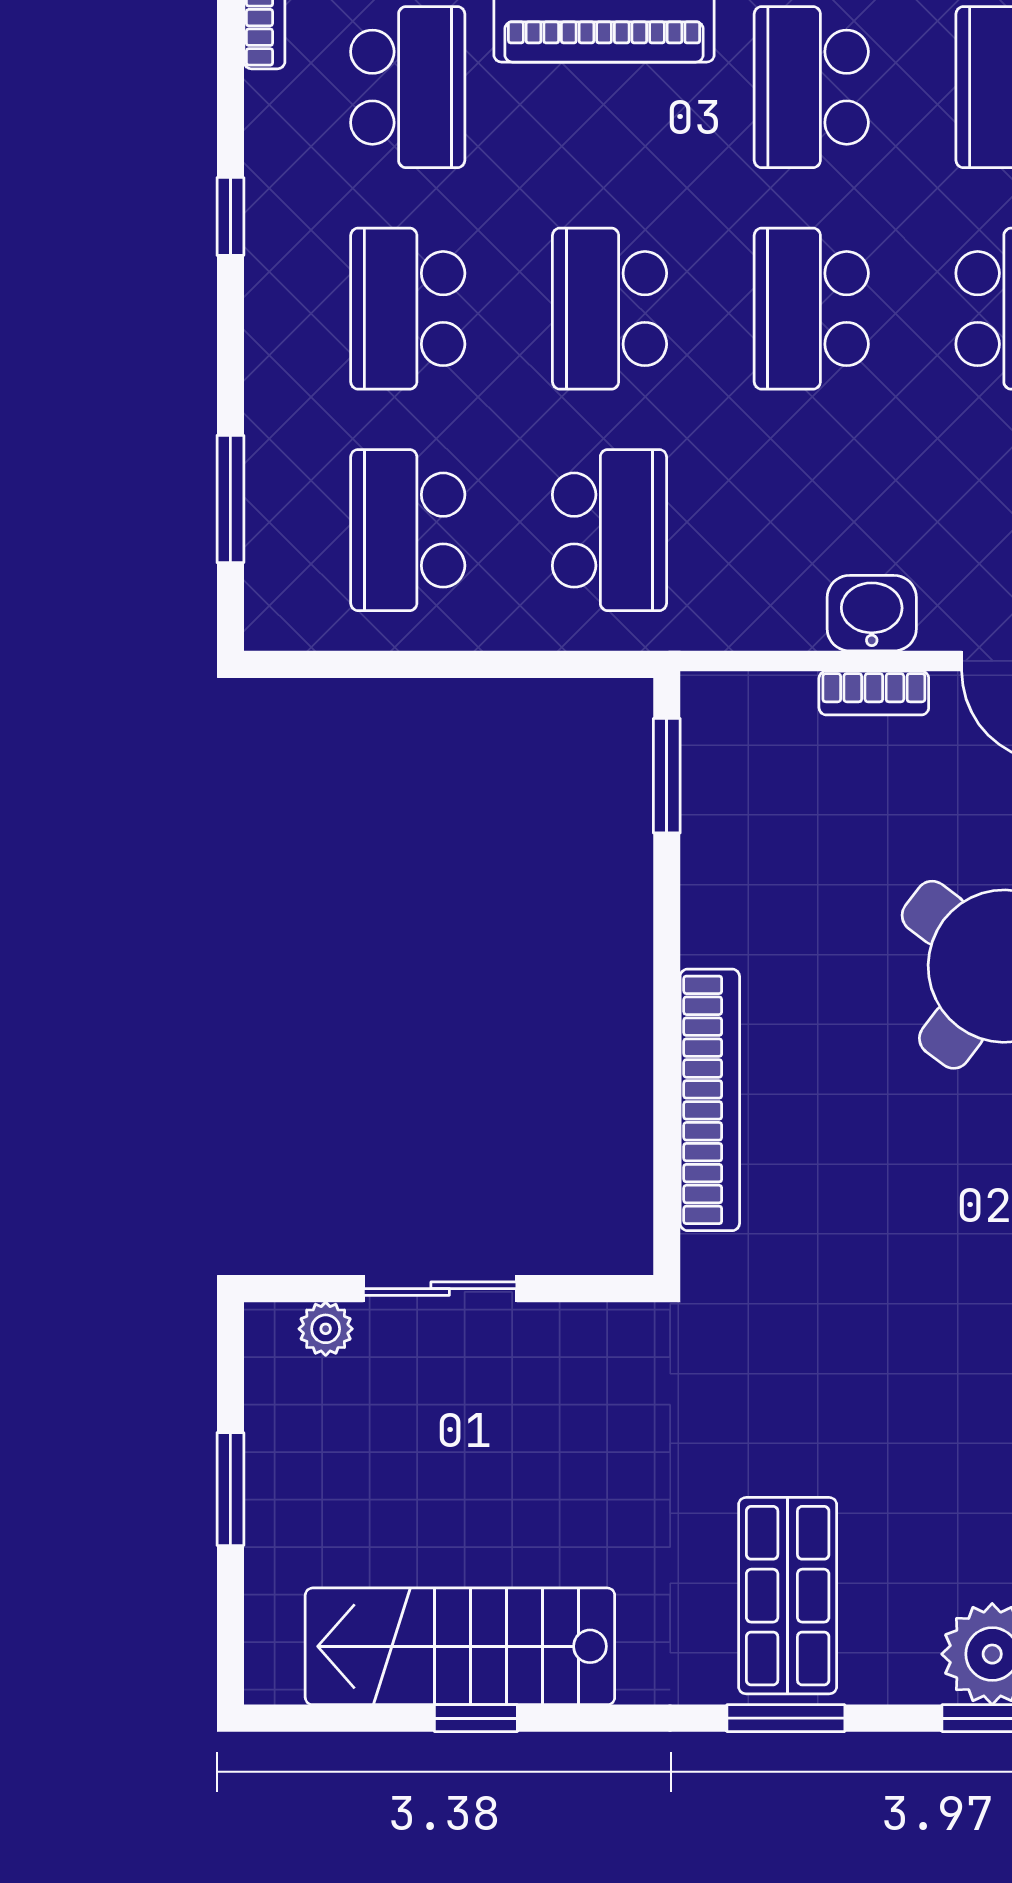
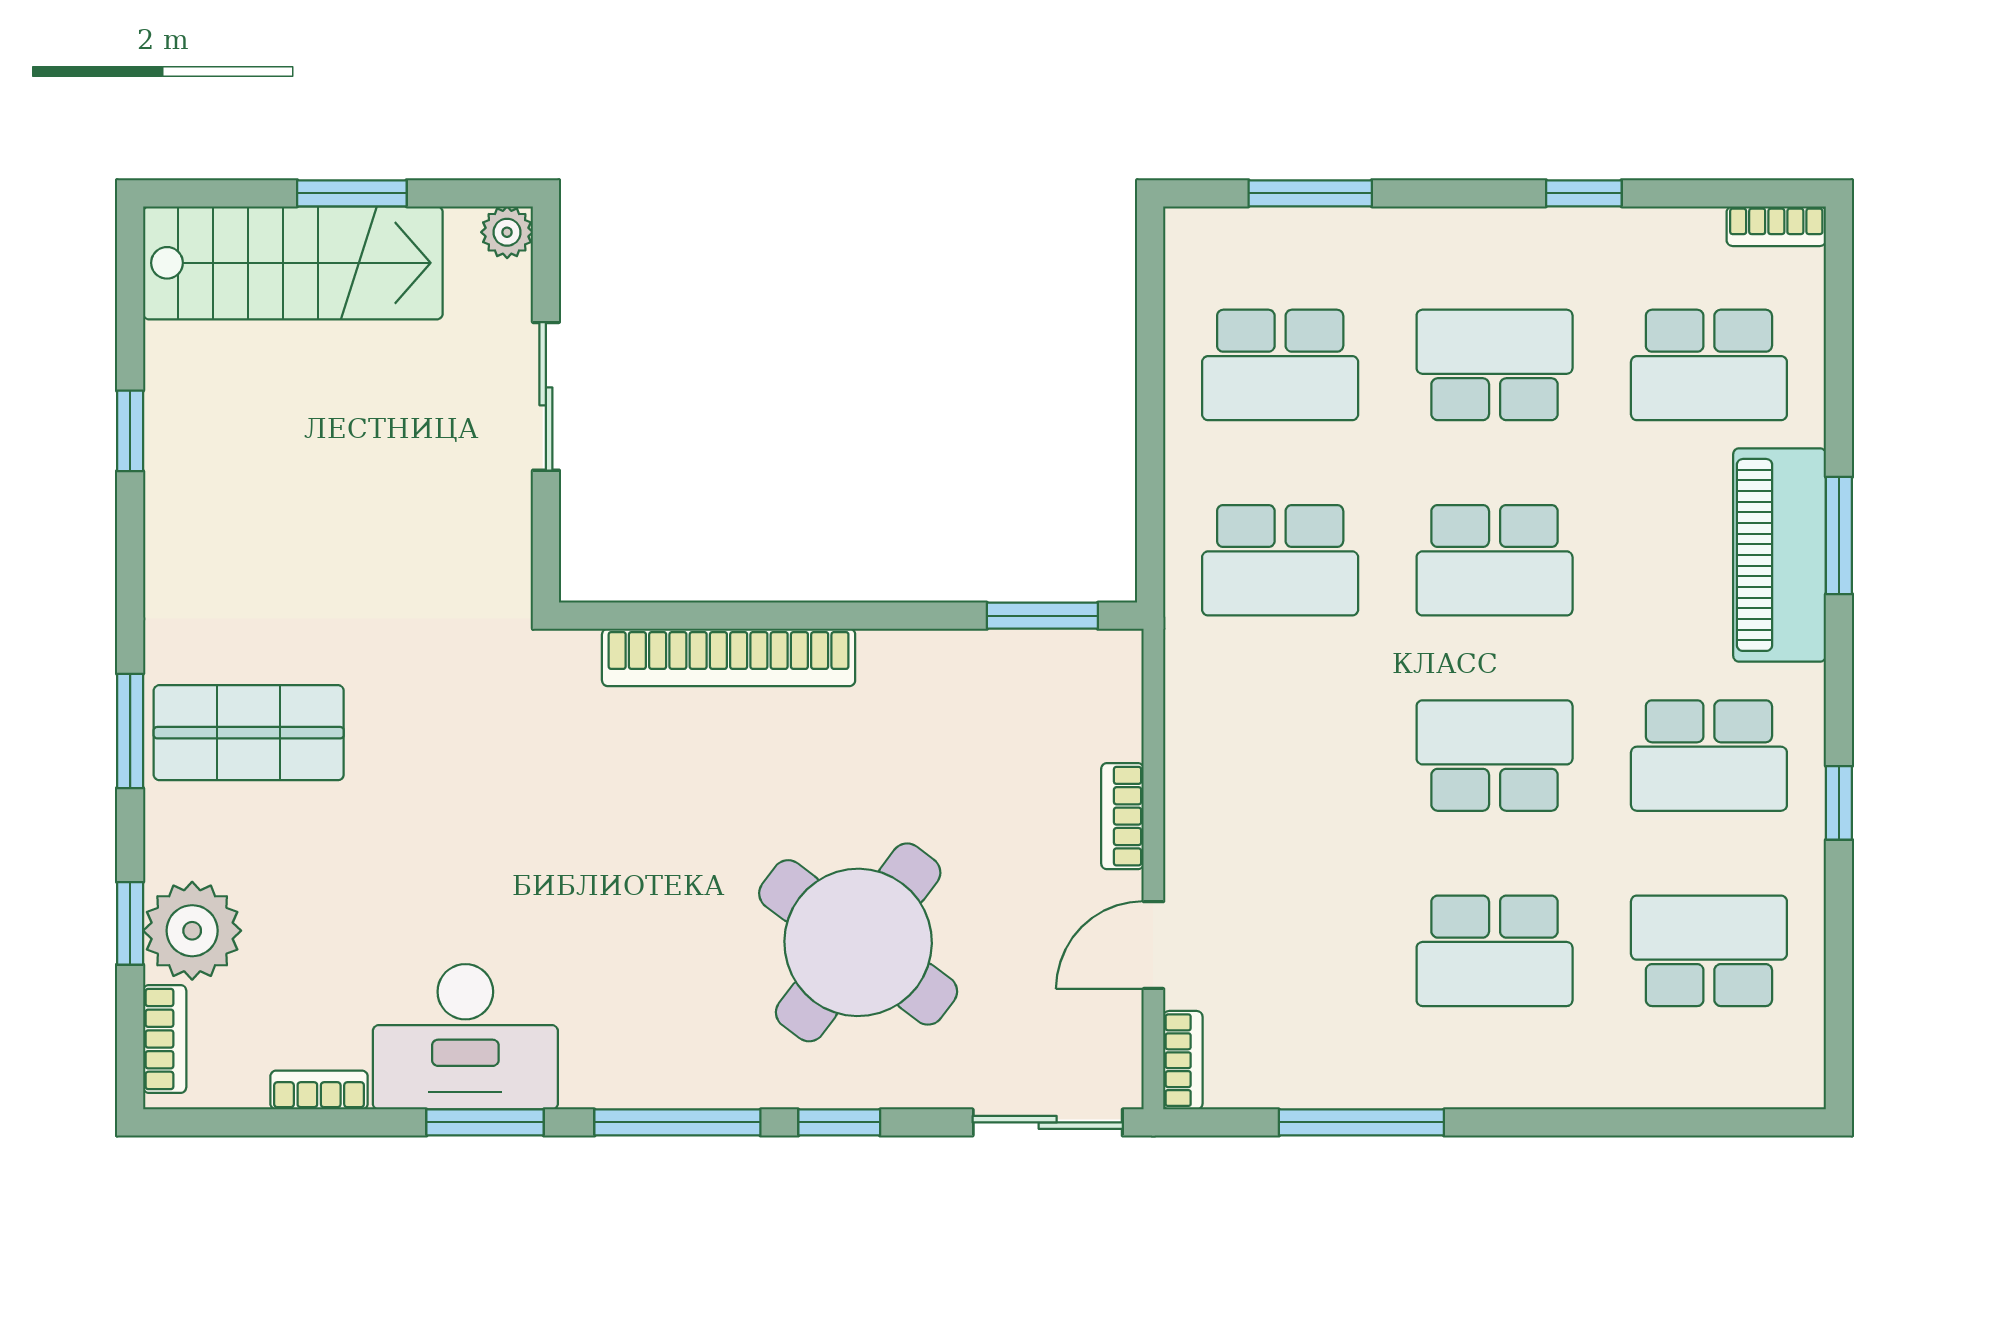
school desk: (811, 87) -> (1709, 756), turned 180
school desk: (609, 309) -> (1495, 560), turned 180
school desk: (408, 530) -> (1280, 365), turned 180
washbasin: (872, 613) -> (1200, 814), removed
plant: (326, 1329) -> (507, 232), moved
stairs: (460, 1646) -> (293, 263), moved, turned 90

